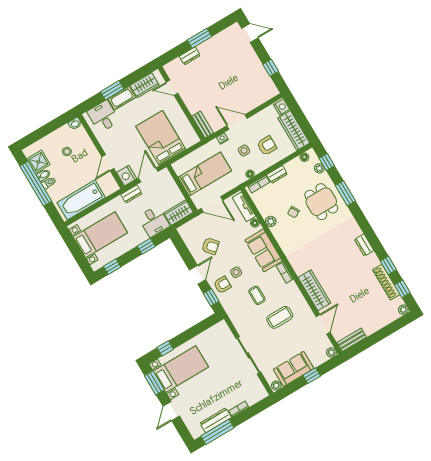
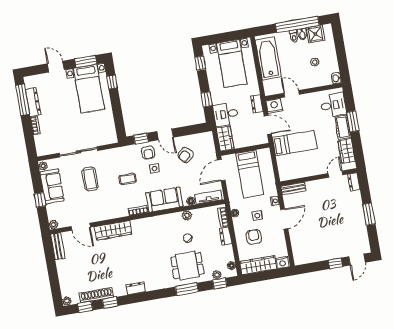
dresser: (190, 56) -> (354, 182), moved
window: (271, 68) -> (335, 263), moved
bed: (161, 138) -> (295, 143), width x0.67
armchair: (267, 146) -> (254, 237), turned 180
coffee table: (280, 317) -> (90, 179), moved

